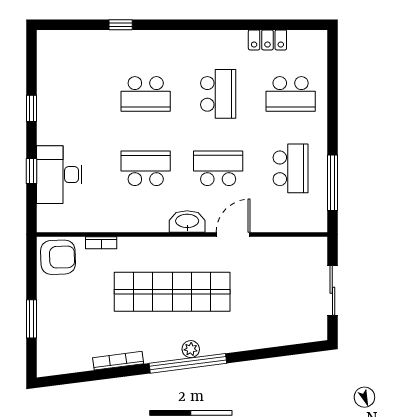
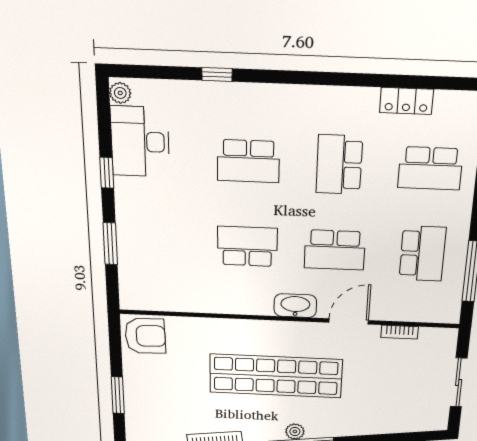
plant: (45, 42) -> (120, 93), added
school desk: (218, 94) -> (339, 165), turned 180
school desk: (218, 168) -> (335, 250), turned 180
window: (31, 171) -> (110, 244), width x1.50
desk: (59, 175) -> (140, 142), moved
bookcase: (101, 243) -> (400, 332), moved

